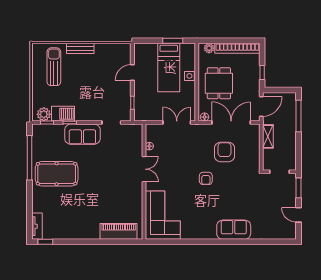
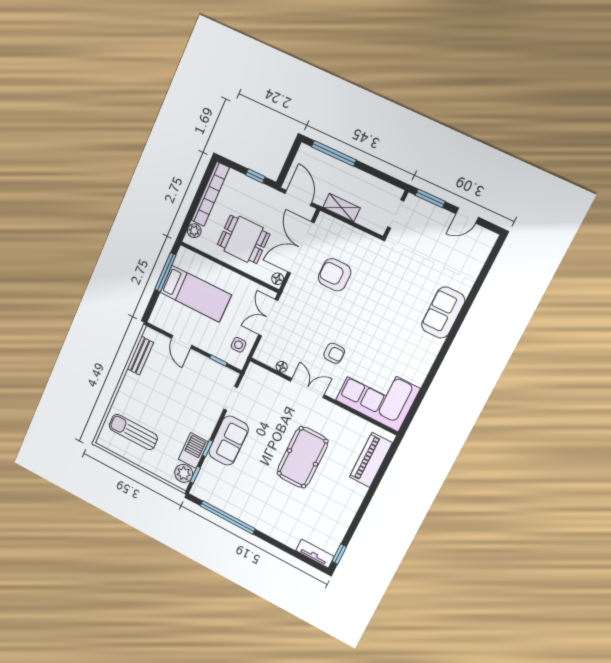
window: (173, 41) -> (165, 272), width x1.44
bench: (80, 48) -> (140, 356), moved
side table: (189, 76) -> (239, 345), moved
pool table: (57, 174) -> (302, 457), moved
armchair: (206, 178) -> (334, 353), moved

